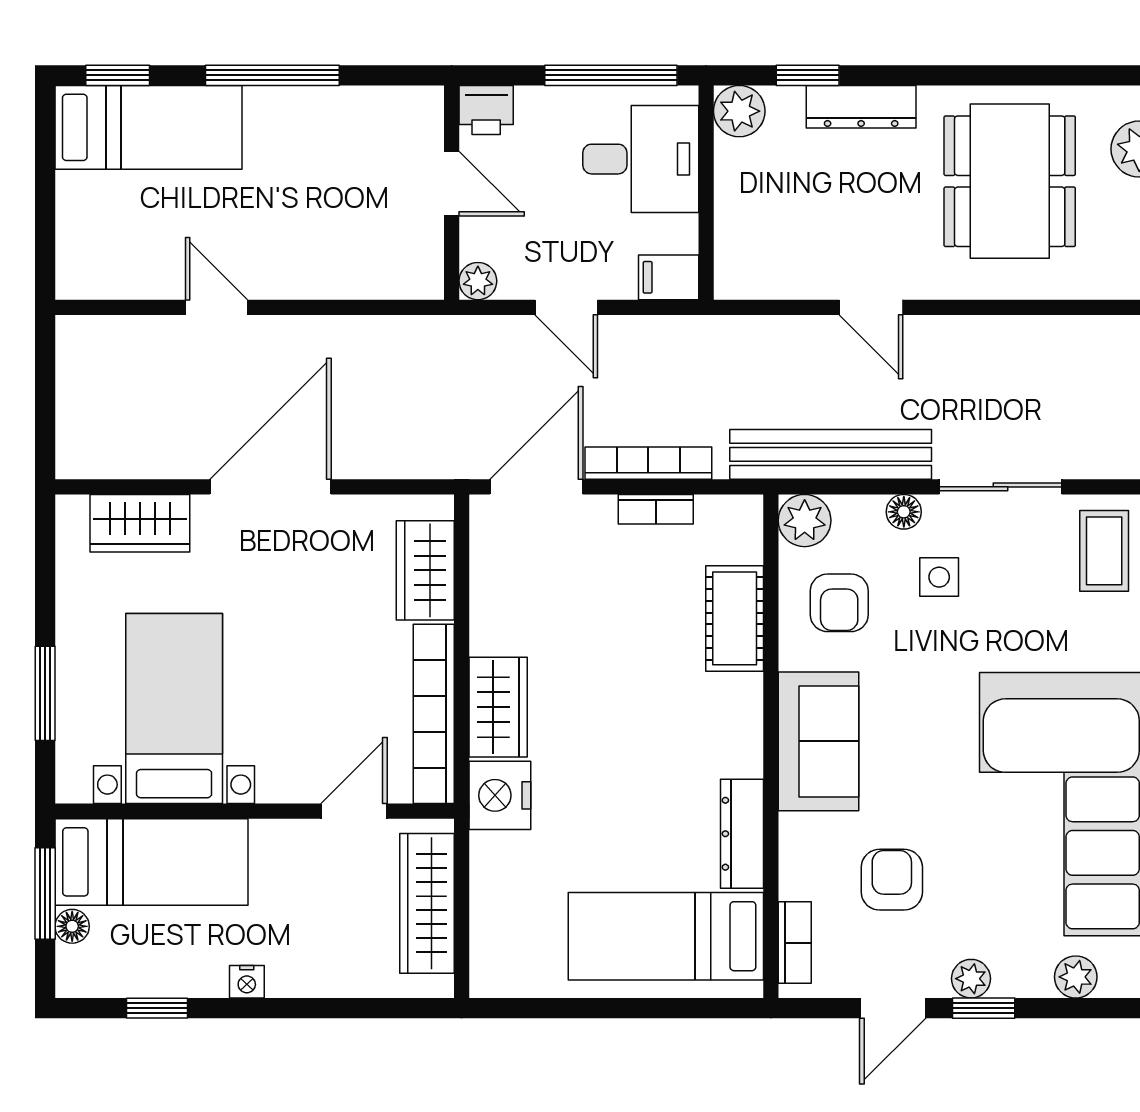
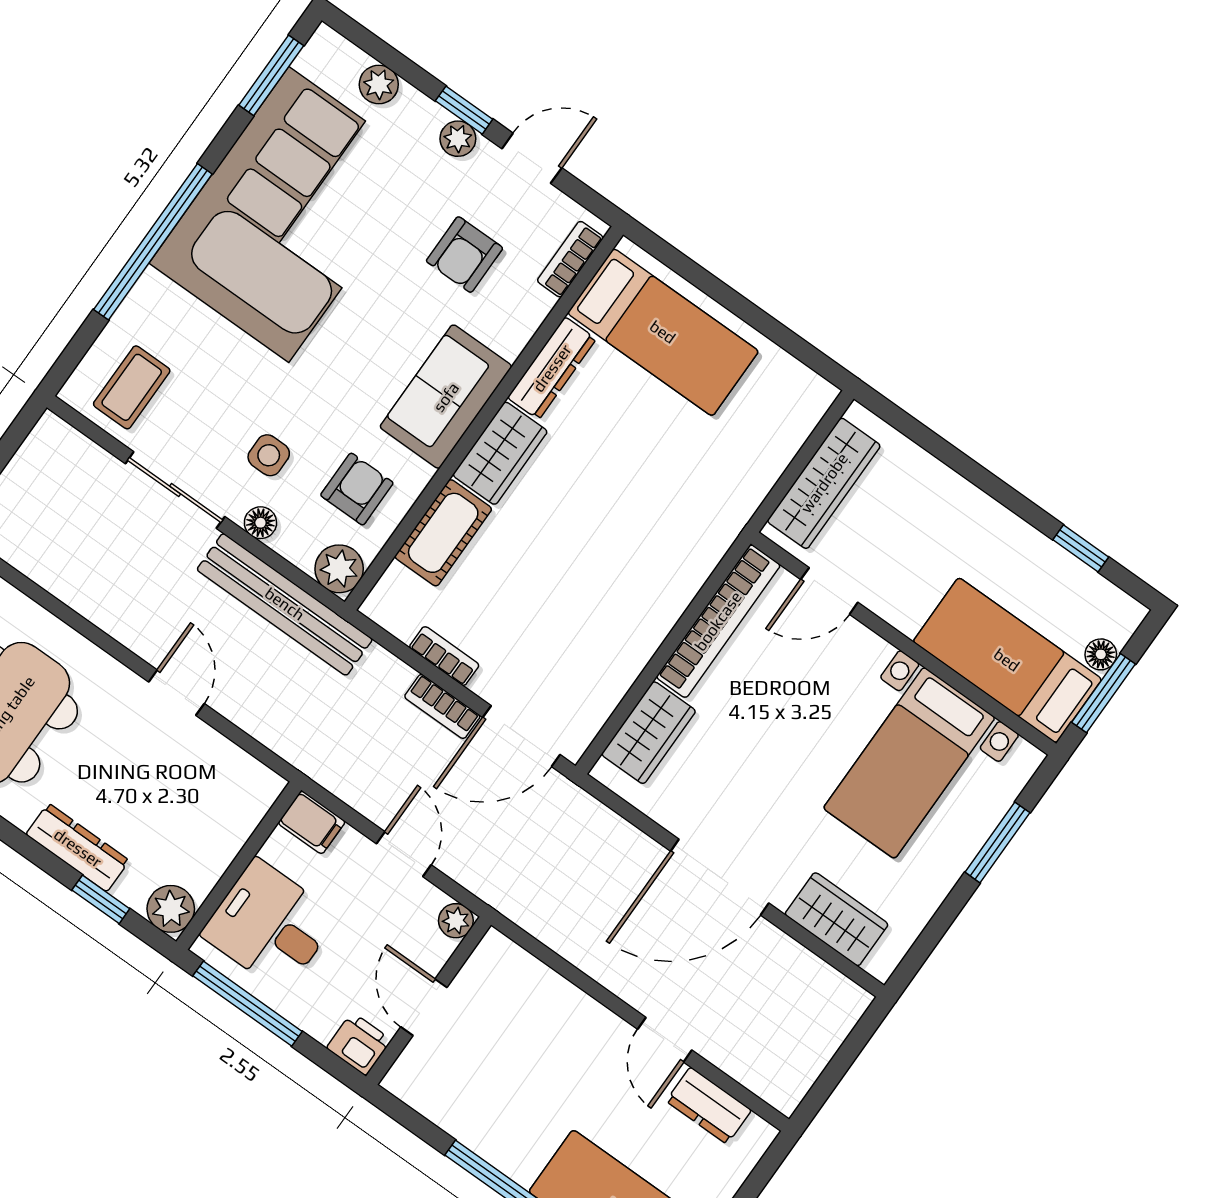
dresser: (136, 277) -> (709, 1105), added
bookcase: (648, 463) -> (442, 706), width x0.64
wardrobe: (498, 707) -> (500, 453), moved, turned 180
nightstand: (500, 795) -> (712, 525), removed
nightstand: (247, 982) -> (1000, 520), removed

